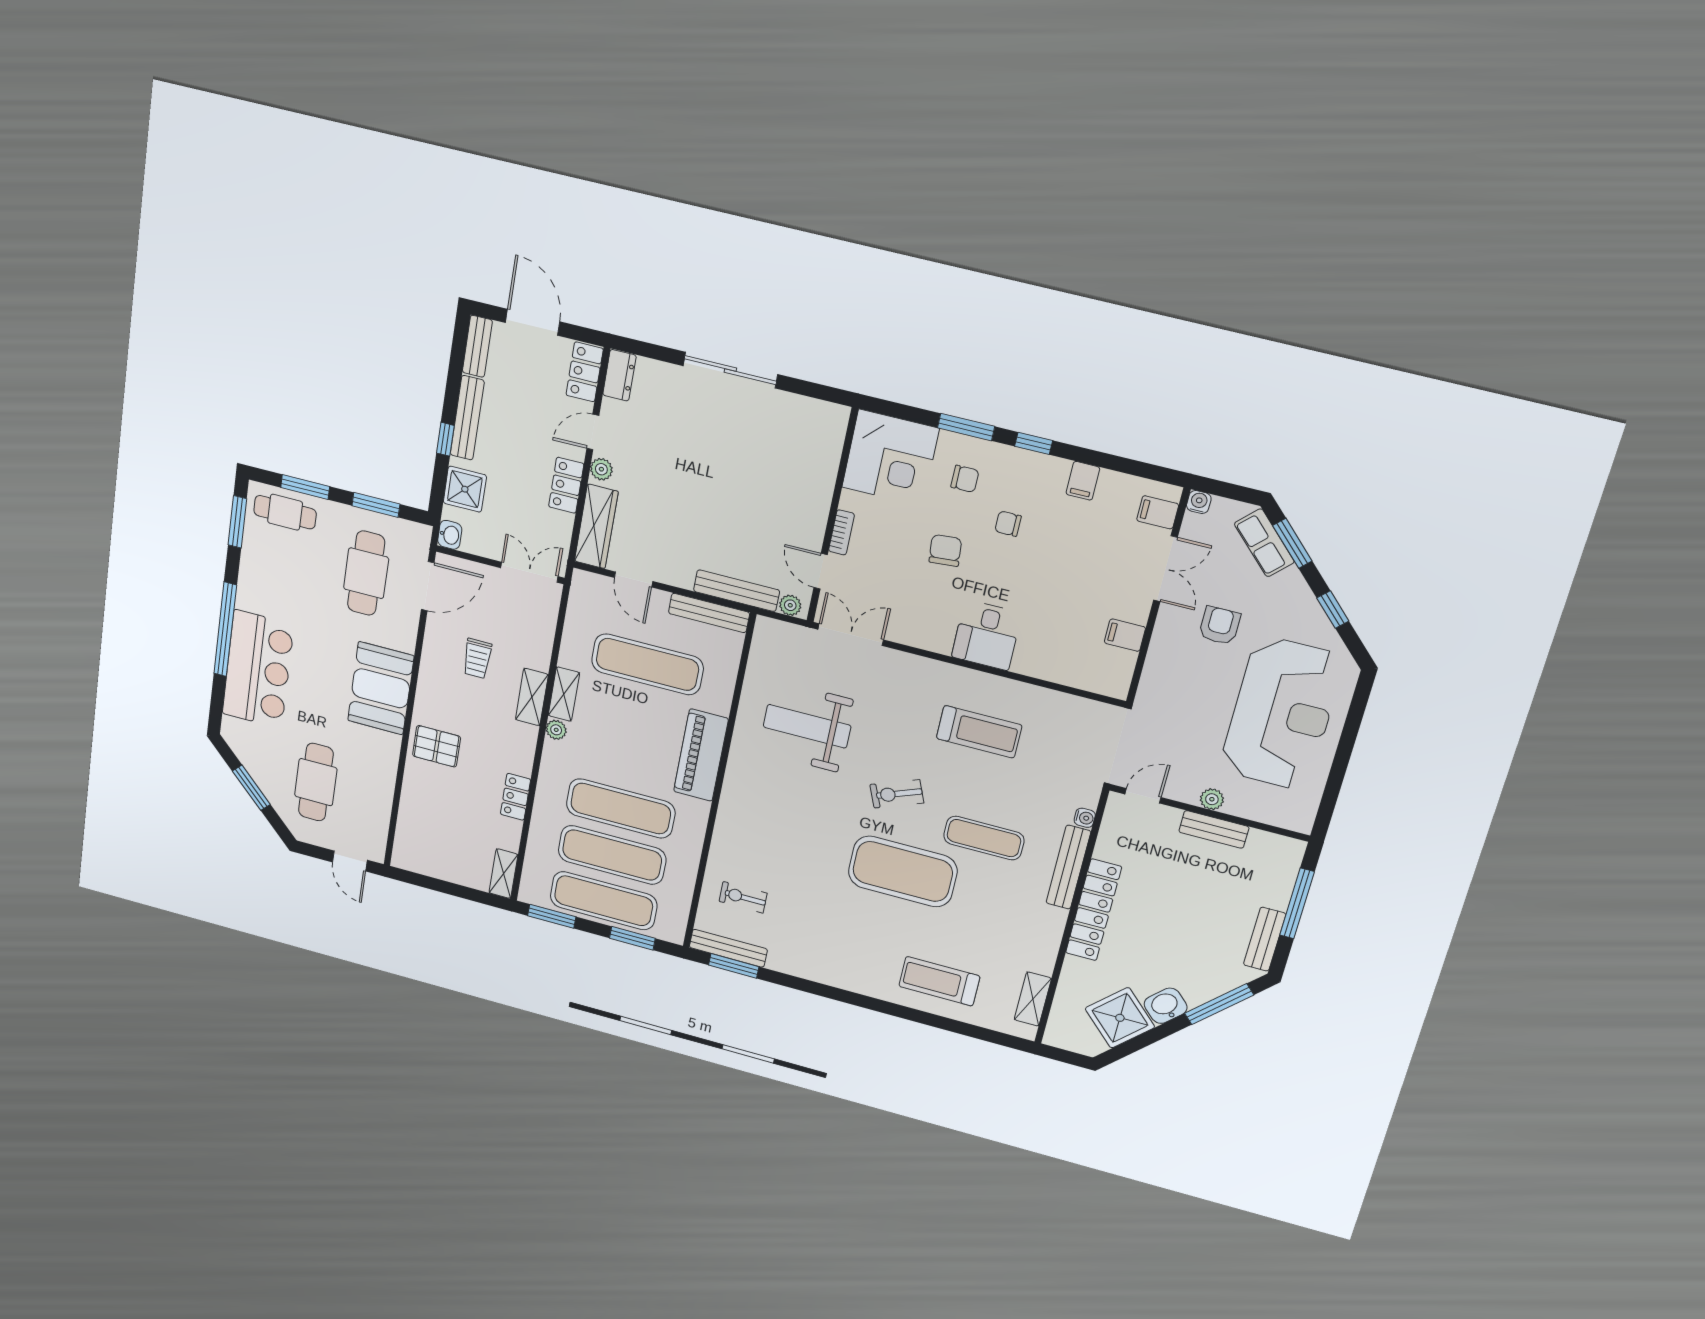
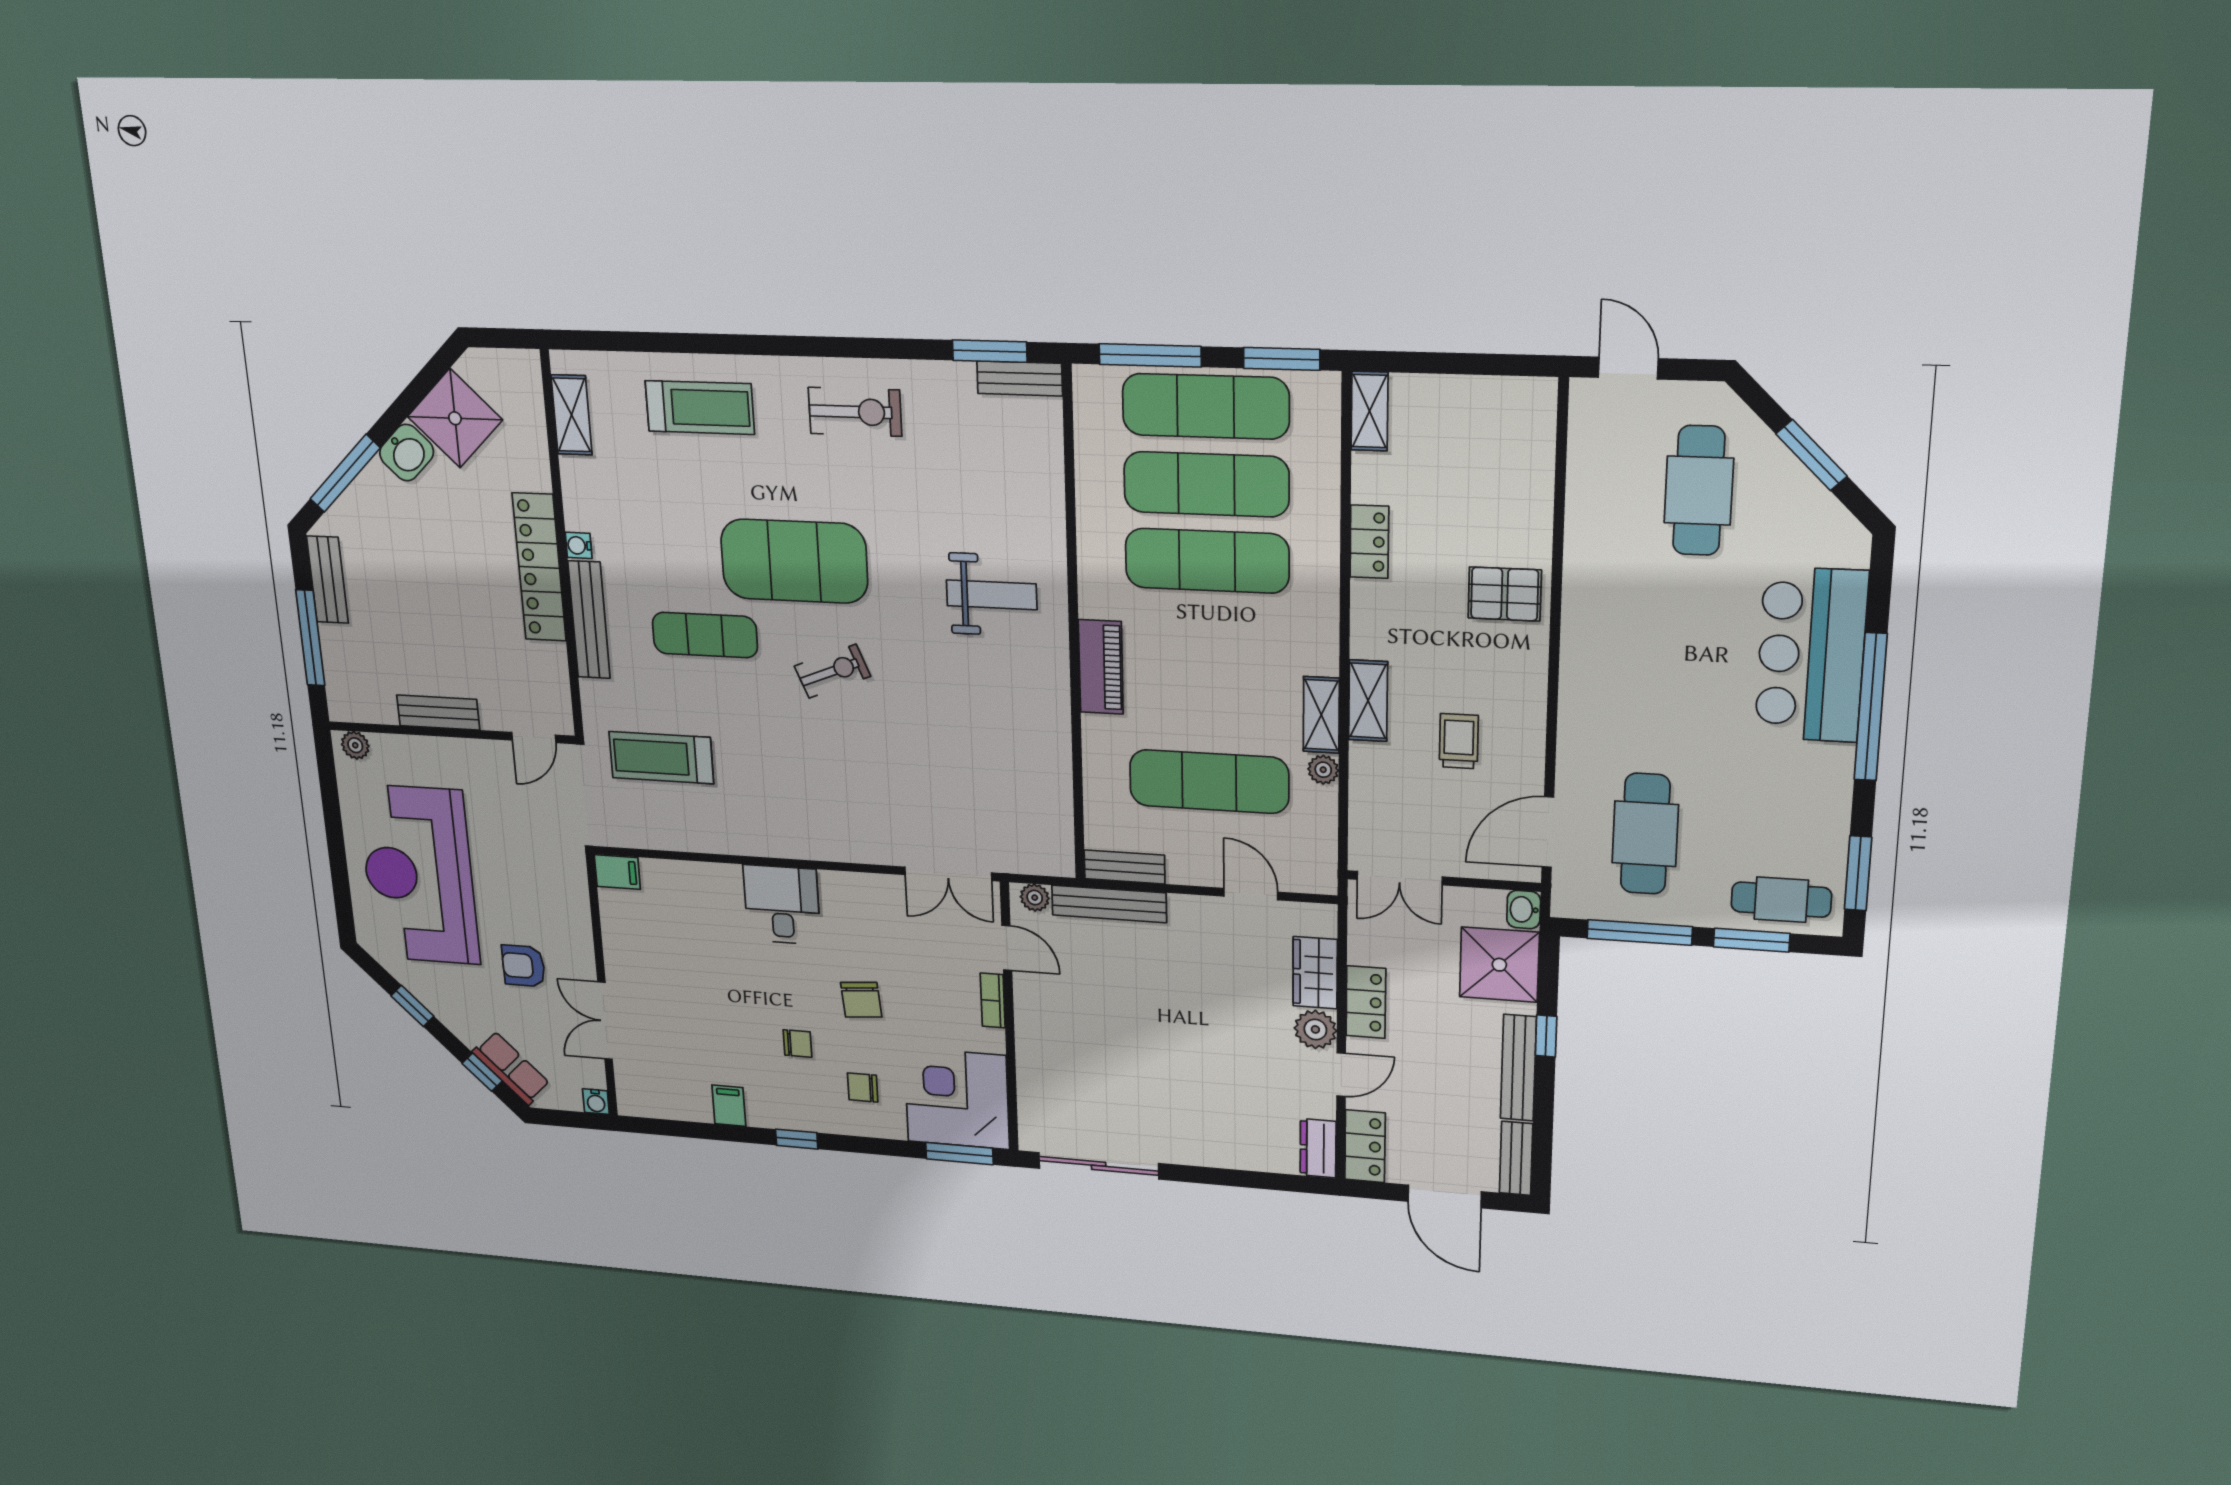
sliding door: (730, 370) -> (1099, 1166), moved
window: (966, 427) -> (959, 1154), moved
plant: (601, 469) -> (1315, 1029), width x1.38, depth x1.38
shower: (465, 489) -> (1499, 965), width x1.36, depth x1.36
window: (376, 505) -> (1640, 933), width x1.44
filing cabinet: (1158, 512) -> (636, 1083), removed
wardrobe: (596, 526) -> (1315, 973), width x0.67
window: (1292, 543) -> (482, 1072), width x0.67
bench: (709, 613) -> (1125, 867), width x0.73
armchair: (1220, 626) -> (523, 966), turned 90
filing cabinet: (1125, 635) -> (617, 872), moved
booth: (381, 688) -> (1605, 666), removed
weight bench: (807, 726) -> (992, 595), moved, width x0.73, depth x0.75
plant: (556, 730) -> (1323, 770), moved
treadmill: (979, 732) -> (661, 758), moved
piano: (701, 755) -> (1101, 667), width x0.73, depth x0.75
plant: (1212, 799) -> (355, 745), moved
water cooler: (1085, 818) -> (579, 545), moved
exercise bike: (743, 897) -> (855, 412), moved, width x1.38, depth x1.39
window: (632, 938) -> (1150, 355), width x1.44
bench: (728, 948) -> (1020, 378), width x0.73

